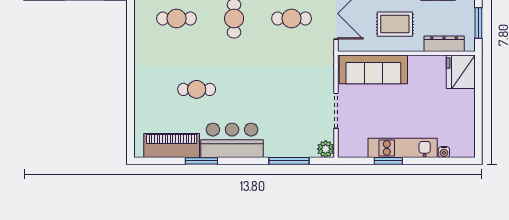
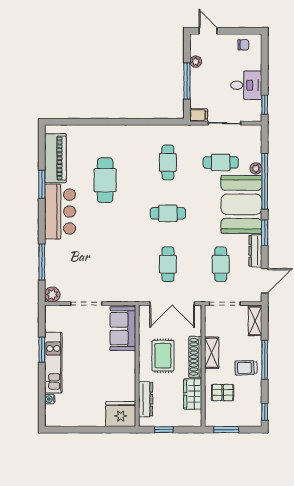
window: (478, 23) -> (164, 430), width x0.67
sofa: (373, 69) -> (123, 329), width x0.73
cafe table: (197, 89) -> (105, 180), width x1.37, depth x1.35

